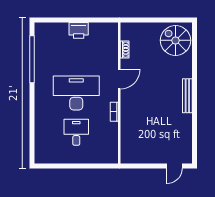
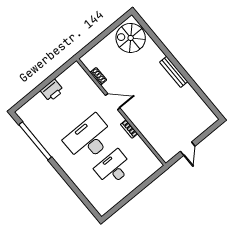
door: (119, 79) -> (113, 102), hinge flipped
desk: (76, 132) -> (113, 168), width x1.37
door: (175, 166) -> (188, 149), moved

